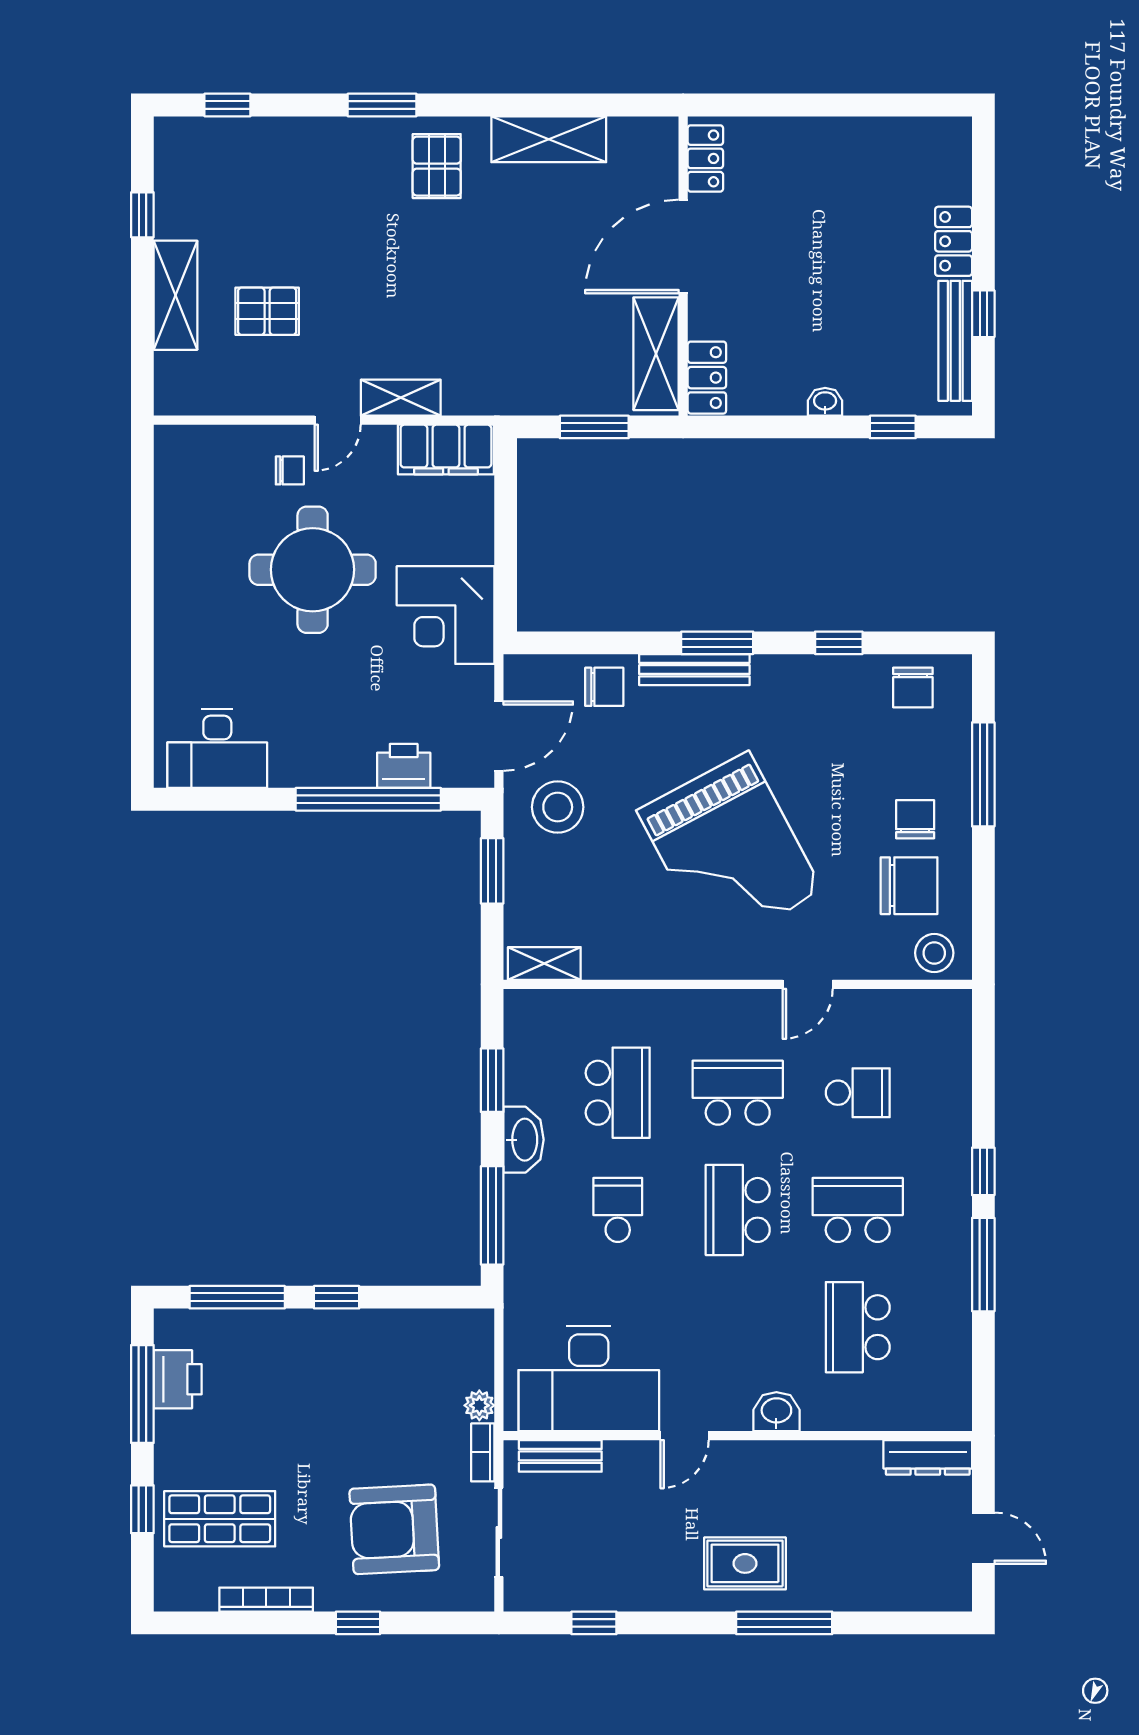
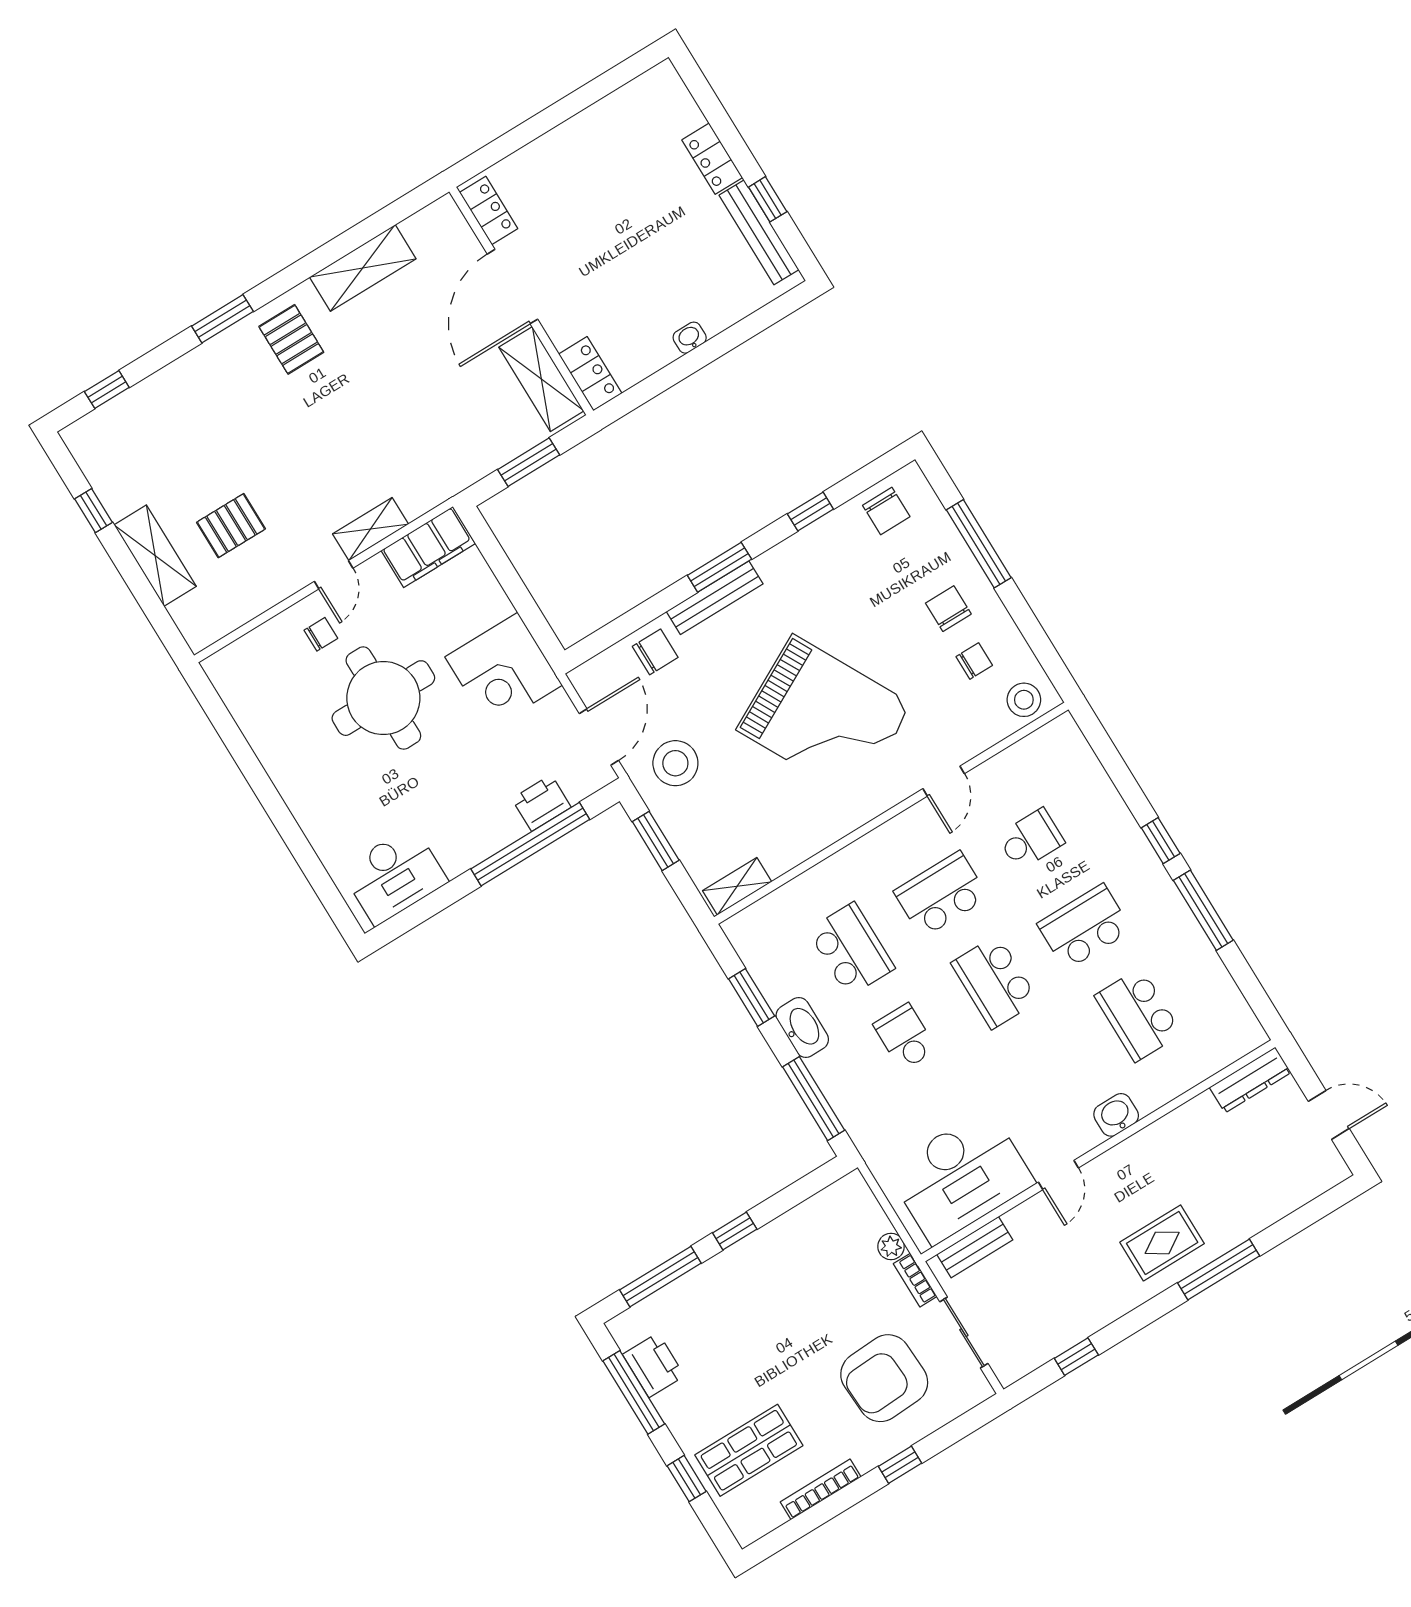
window: (893, 427) -> (752, 325), removed
chair: (909, 886) -> (974, 661), width x0.54, depth x0.54

